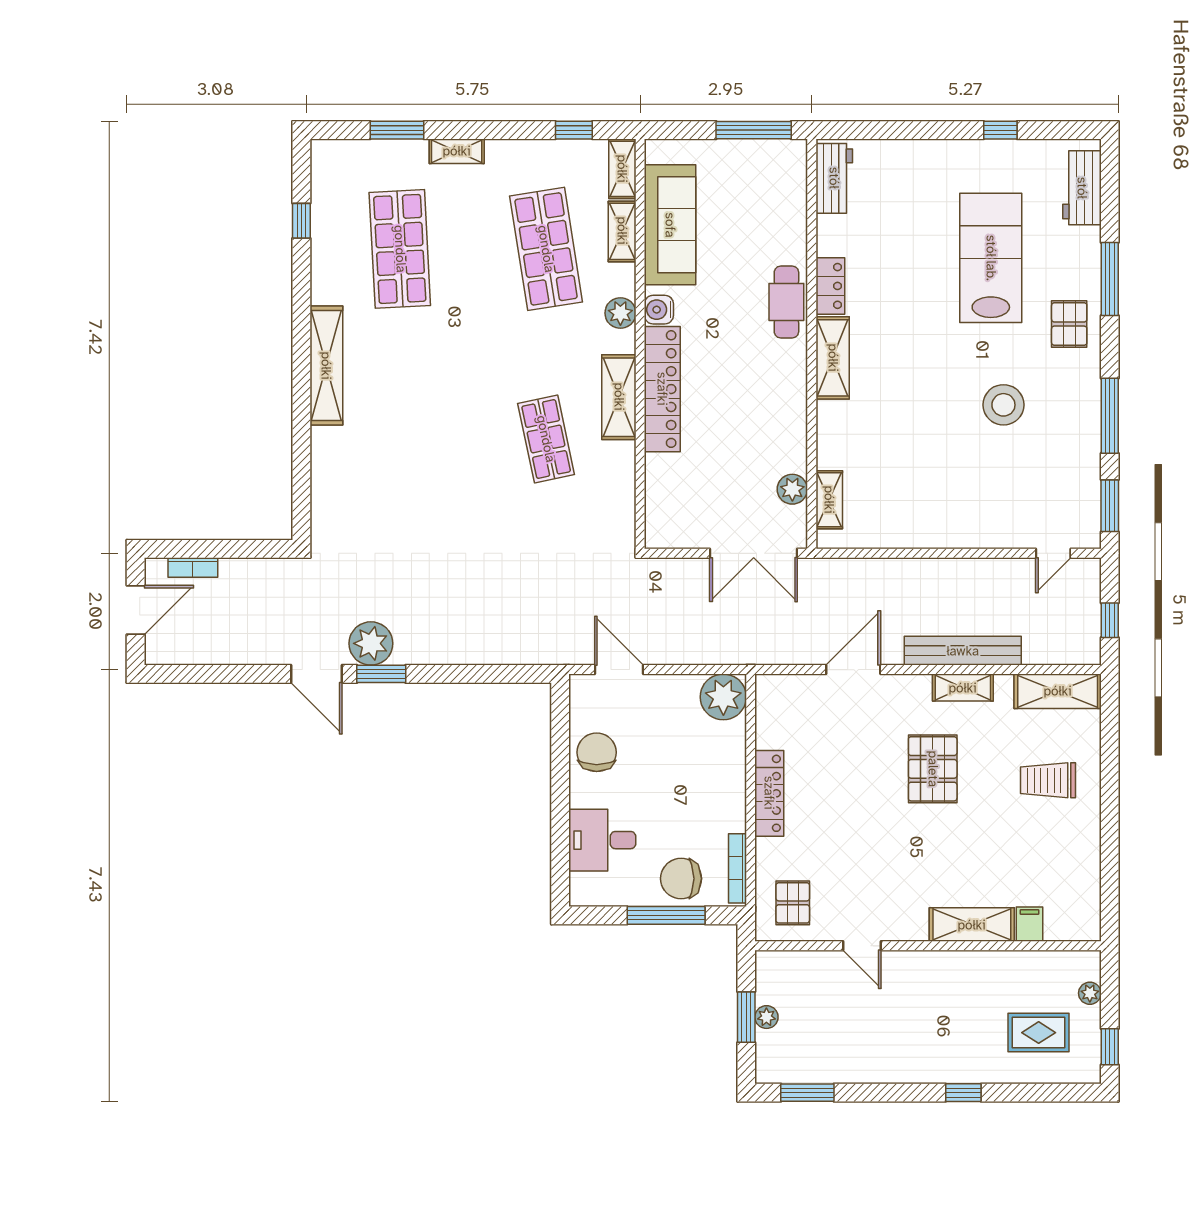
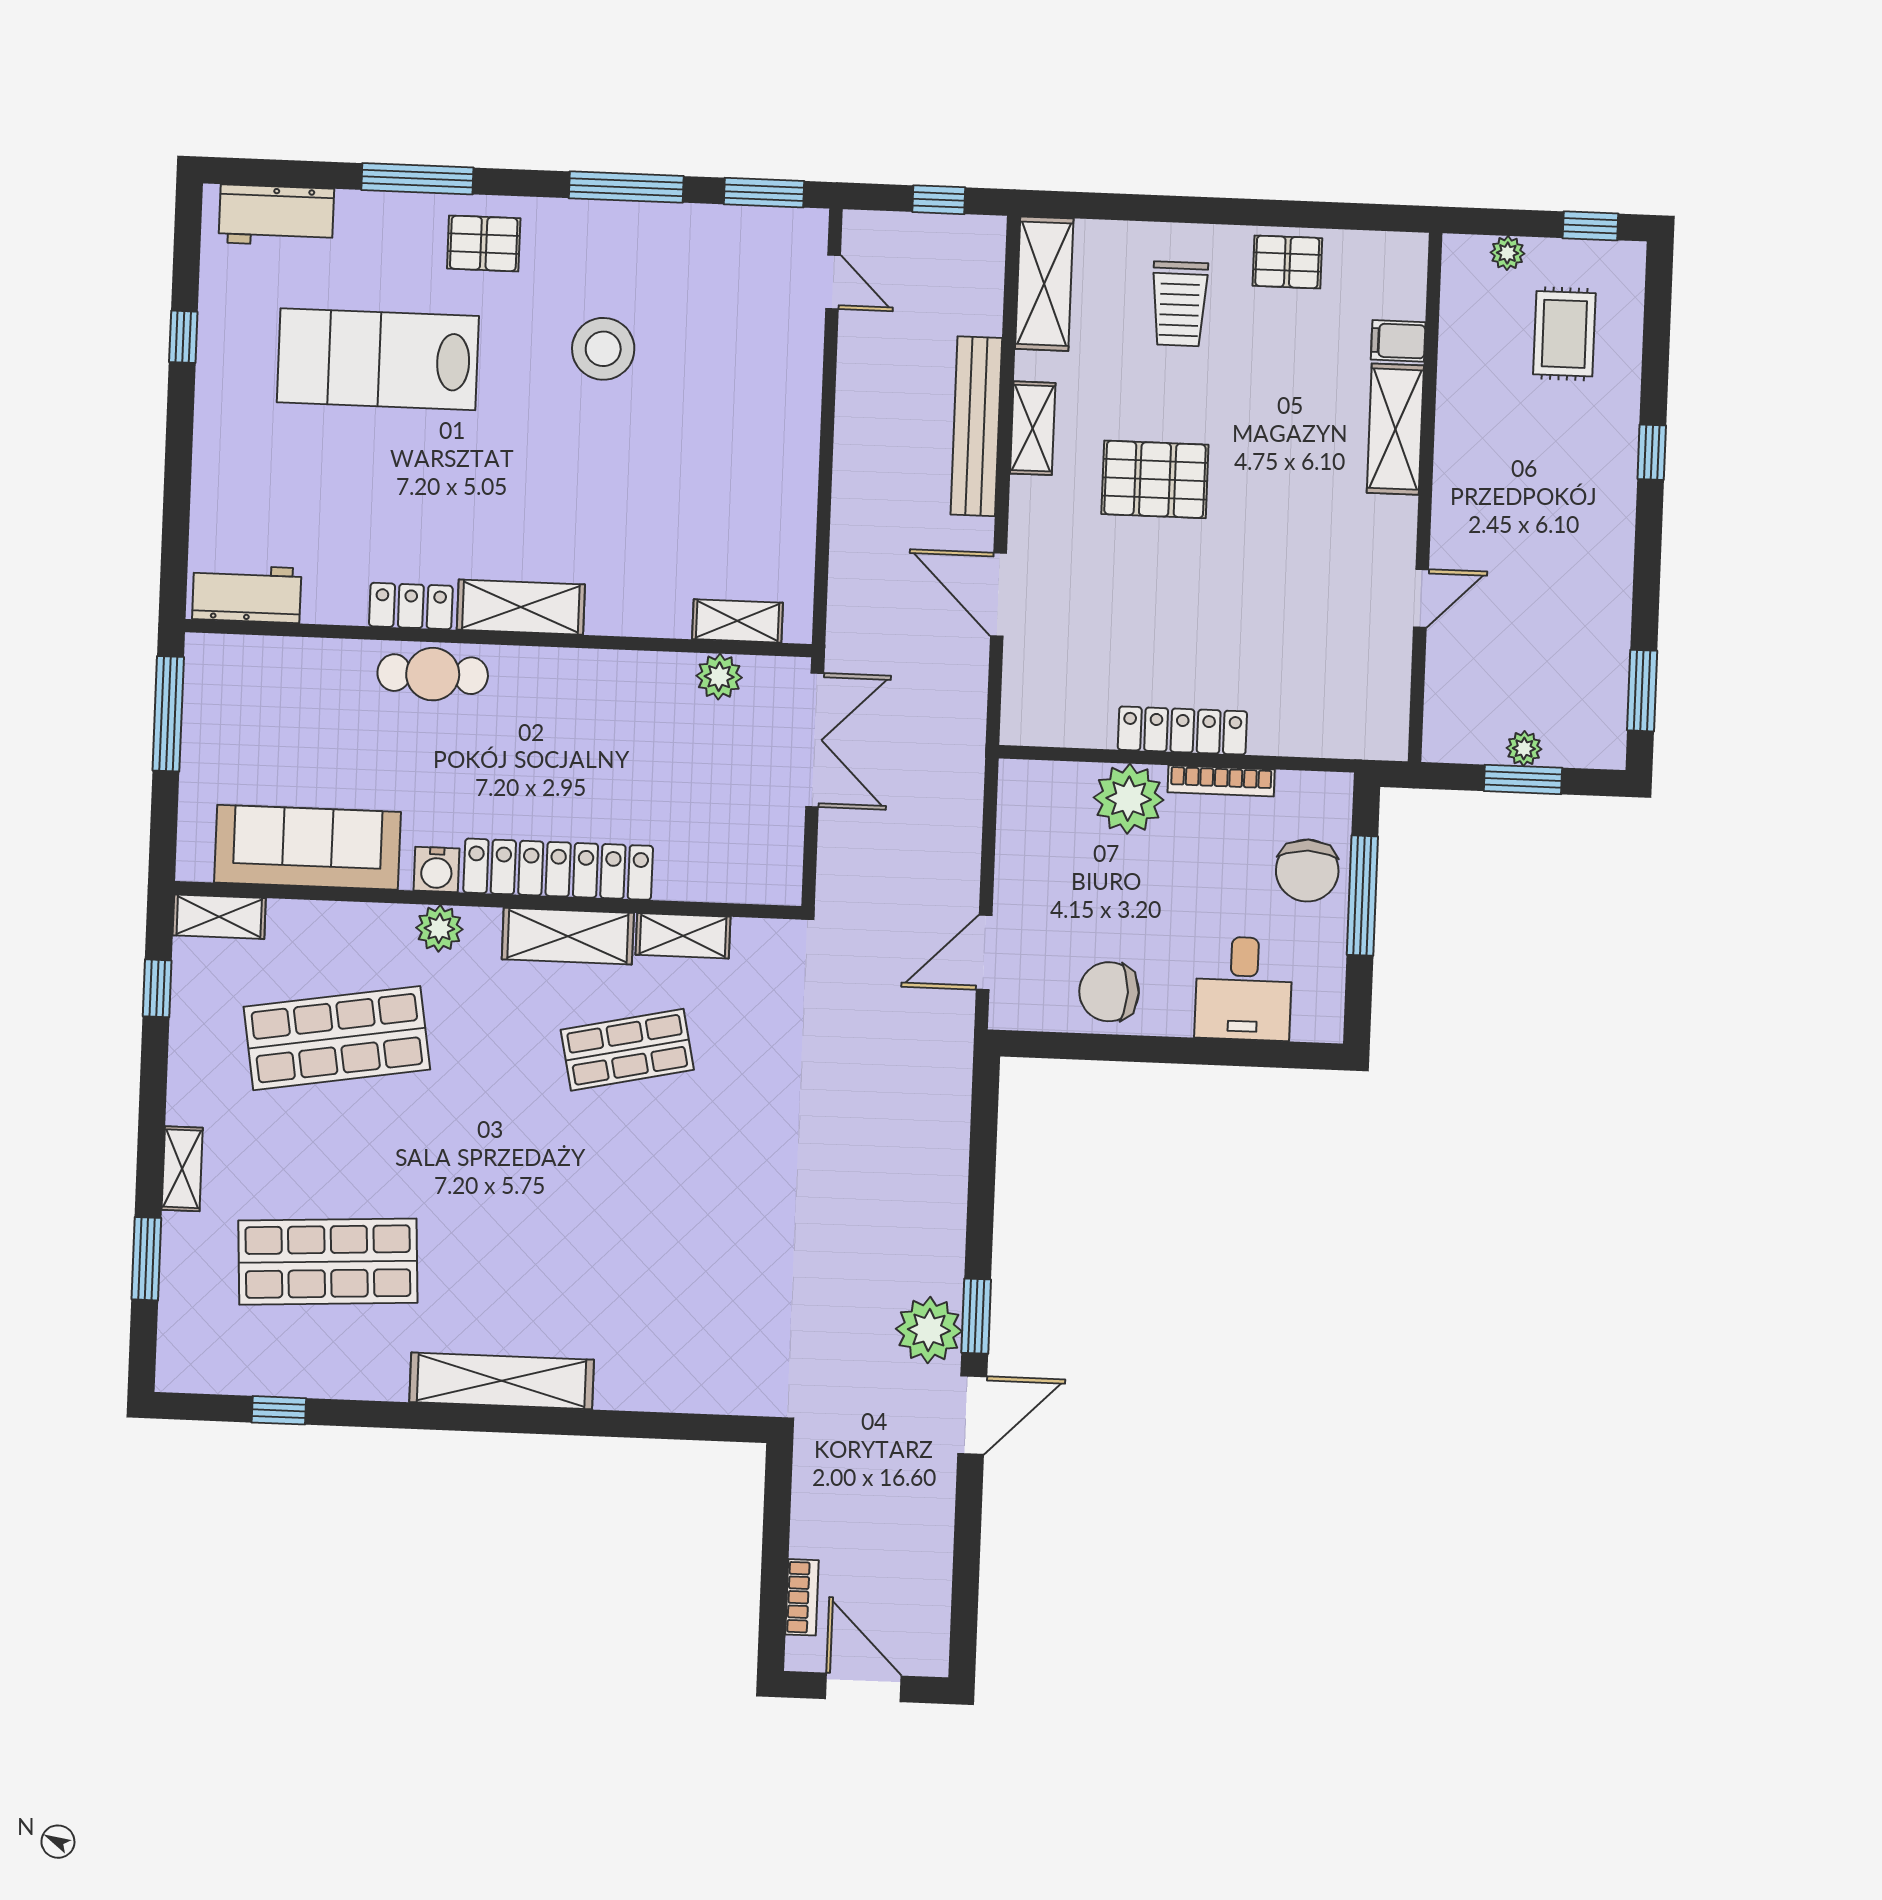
shelving: (622, 231) -> (683, 936), moved
plant: (723, 697) -> (1129, 799), moved
bookcase: (737, 868) -> (1221, 781), moved
pallet: (793, 903) -> (1287, 262), moved

